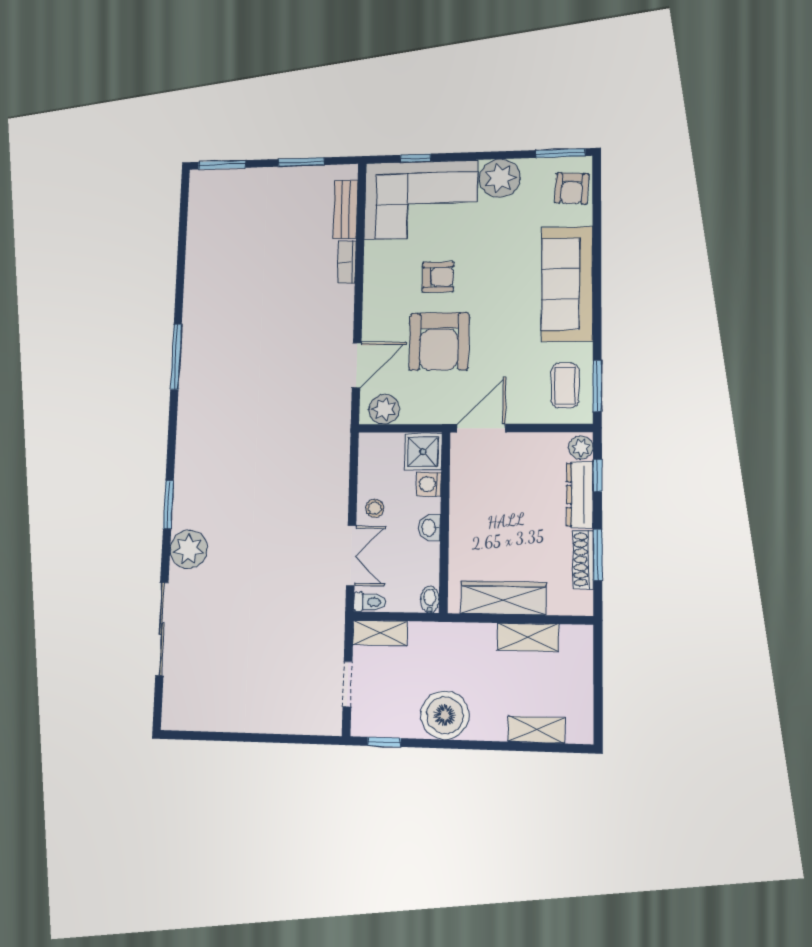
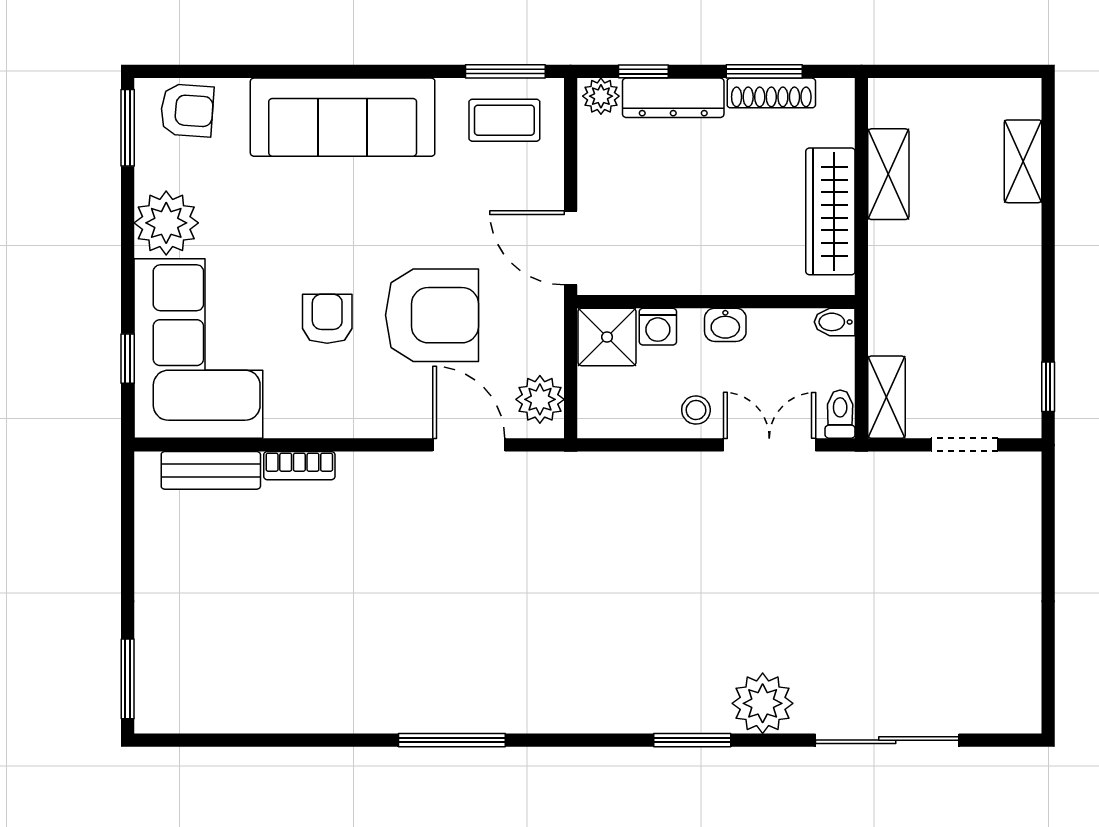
window: (301, 162) -> (128, 546), removed
boiler: (445, 715) -> (1006, 296), removed

